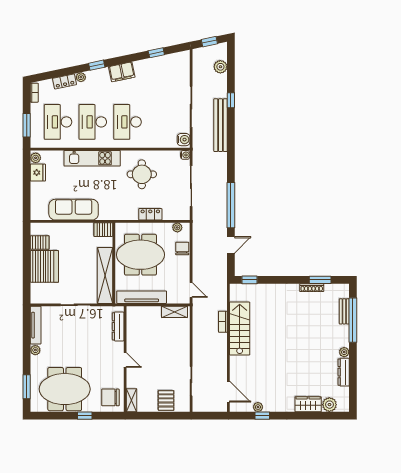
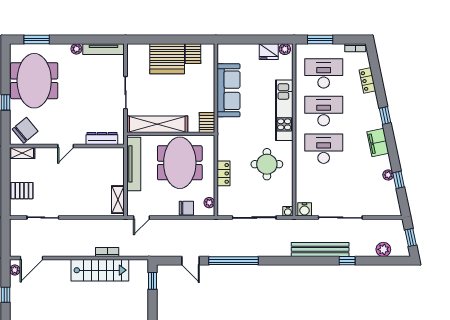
plant: (81, 77) -> (388, 175), moved
chair: (110, 397) -> (25, 130), turned 50
plant: (258, 407) -> (15, 270), moved

